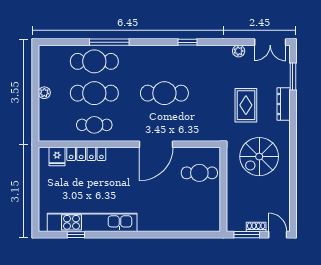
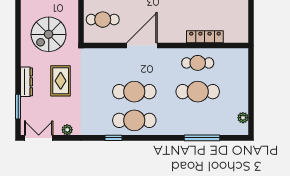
window: (109, 42) -> (202, 138), moved
cafe table: (94, 61) -> (134, 120), moved
plant: (44, 93) -> (243, 118), moved
fridge: (57, 157) -> (231, 34), removed
spiral stairs: (259, 157) -> (49, 34), turned 180

